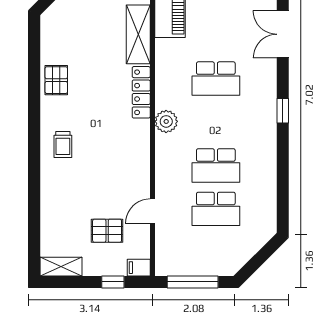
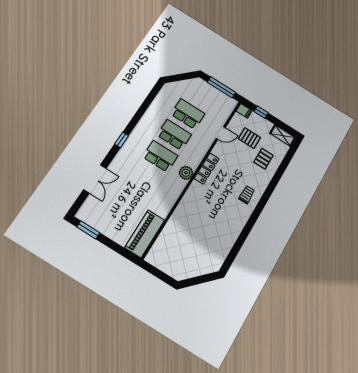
shelving: (138, 34) -> (172, 227), removed
school desk: (216, 79) -> (160, 156), moved
pallet: (56, 80) -> (263, 159), moved
locker: (141, 92) -> (207, 169), moved

